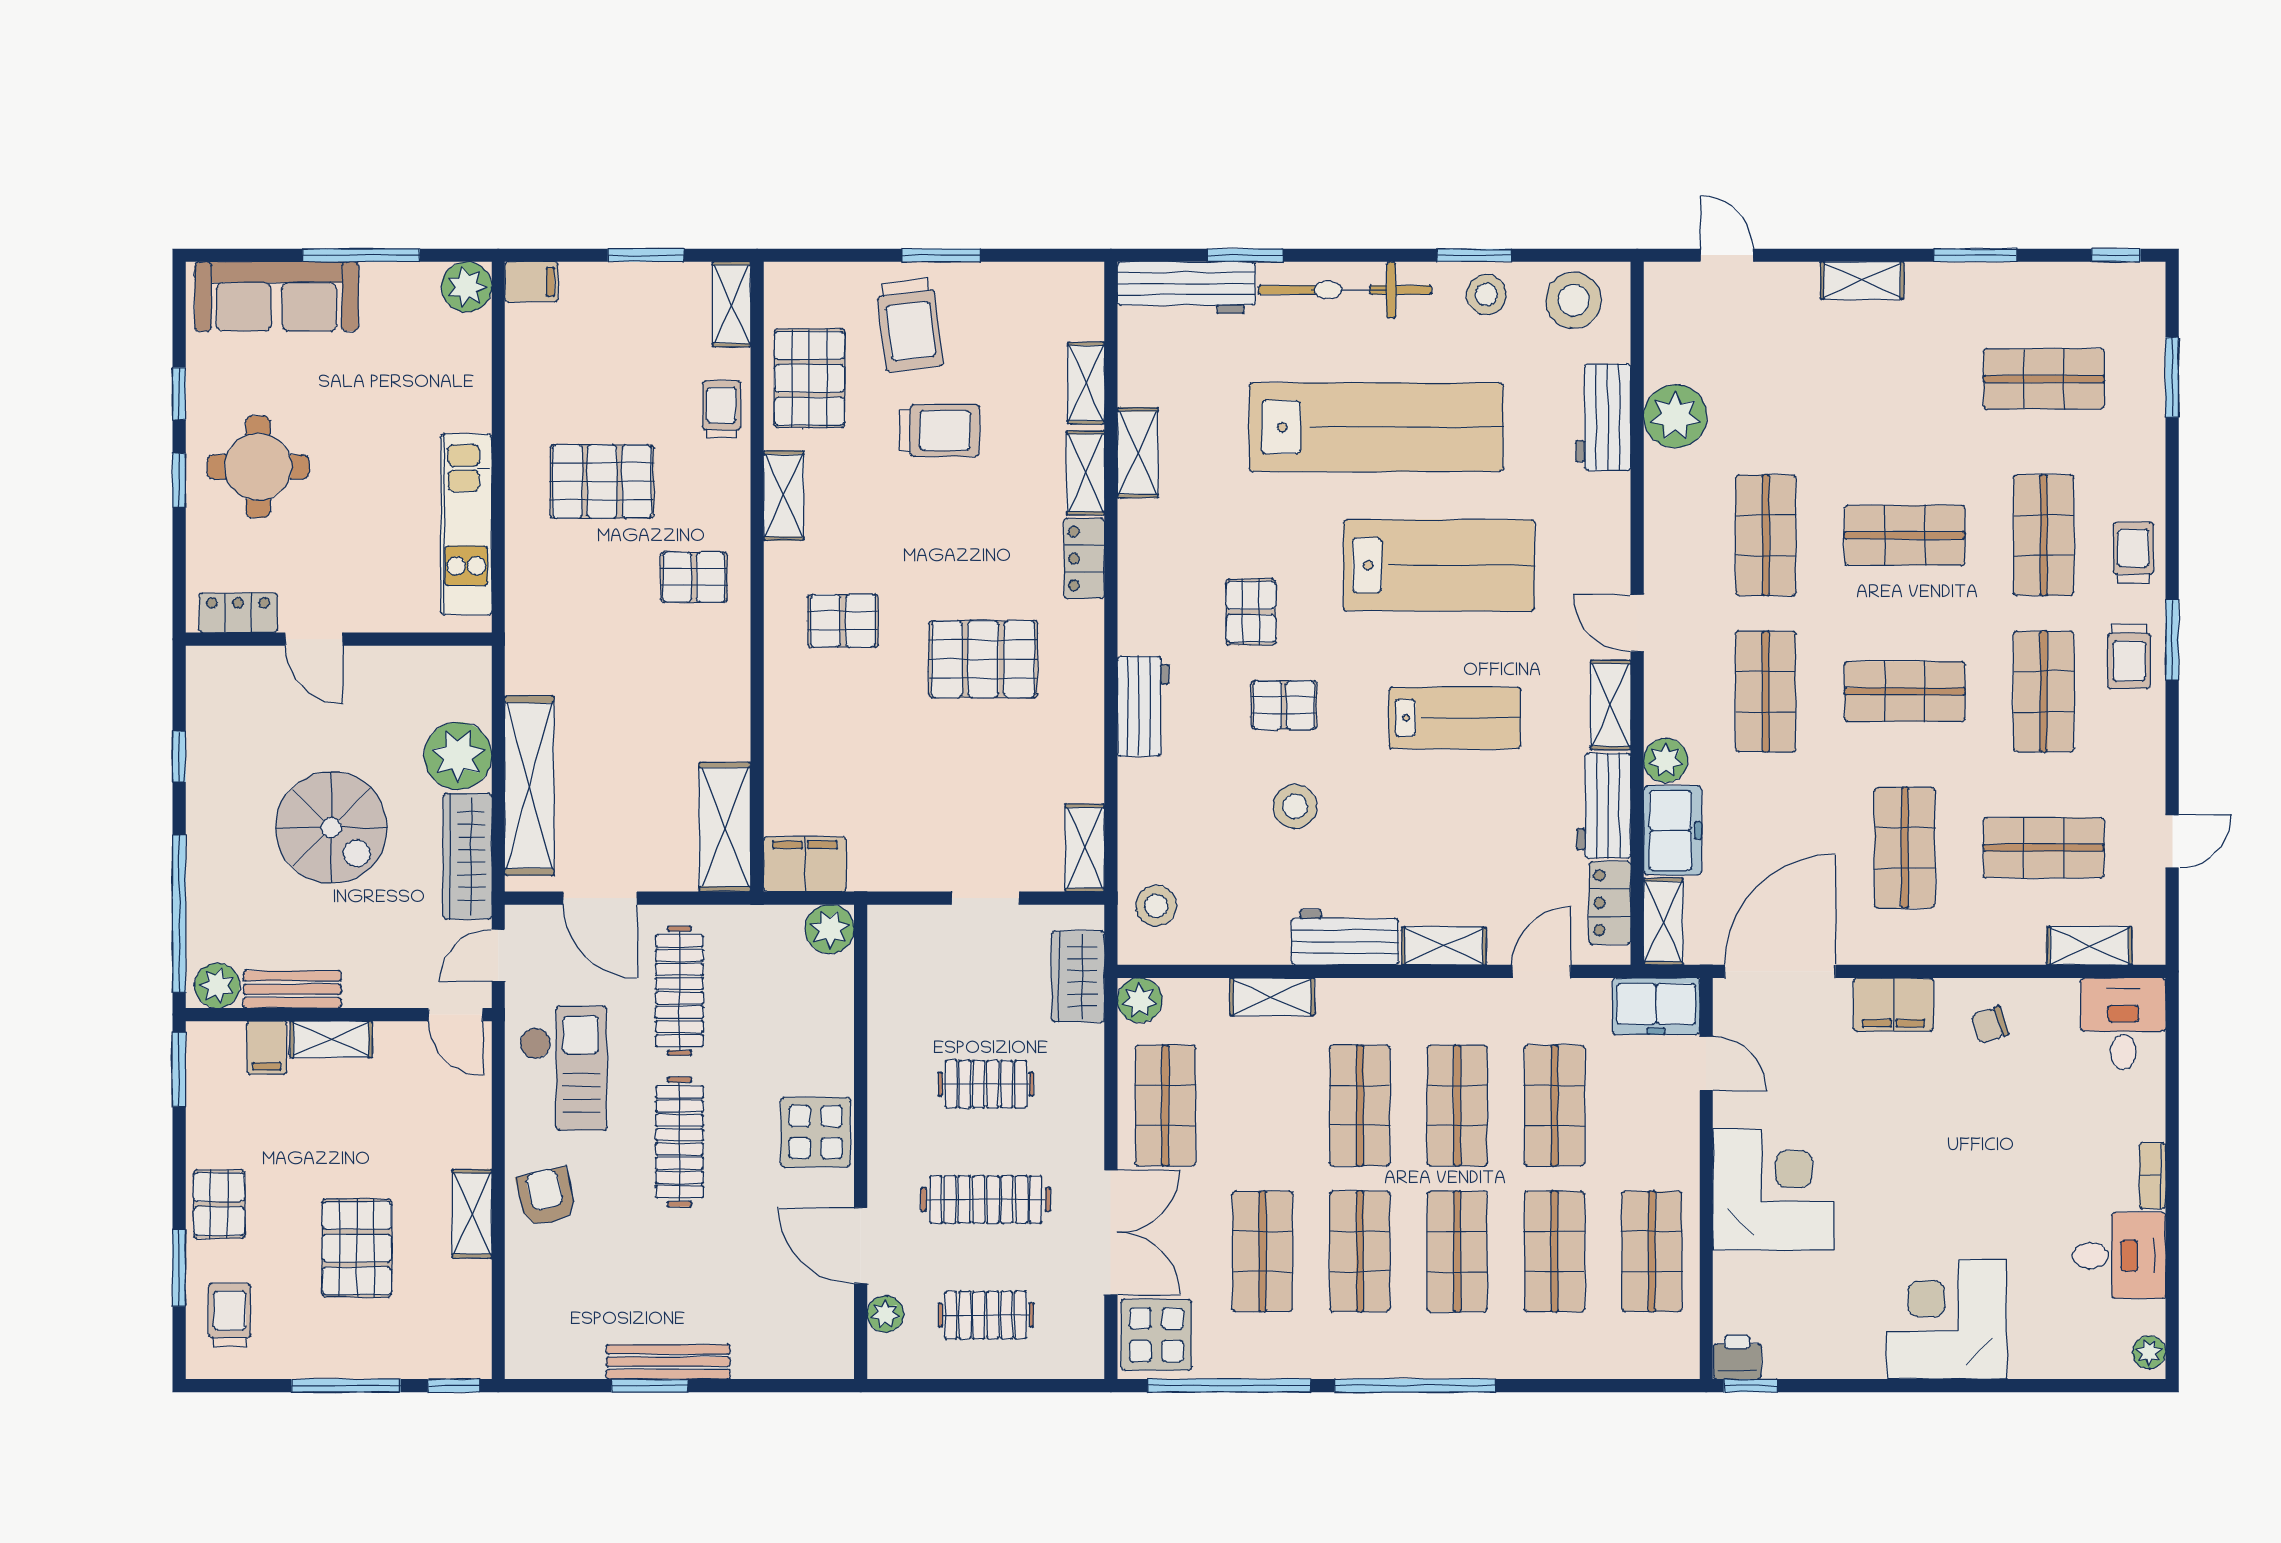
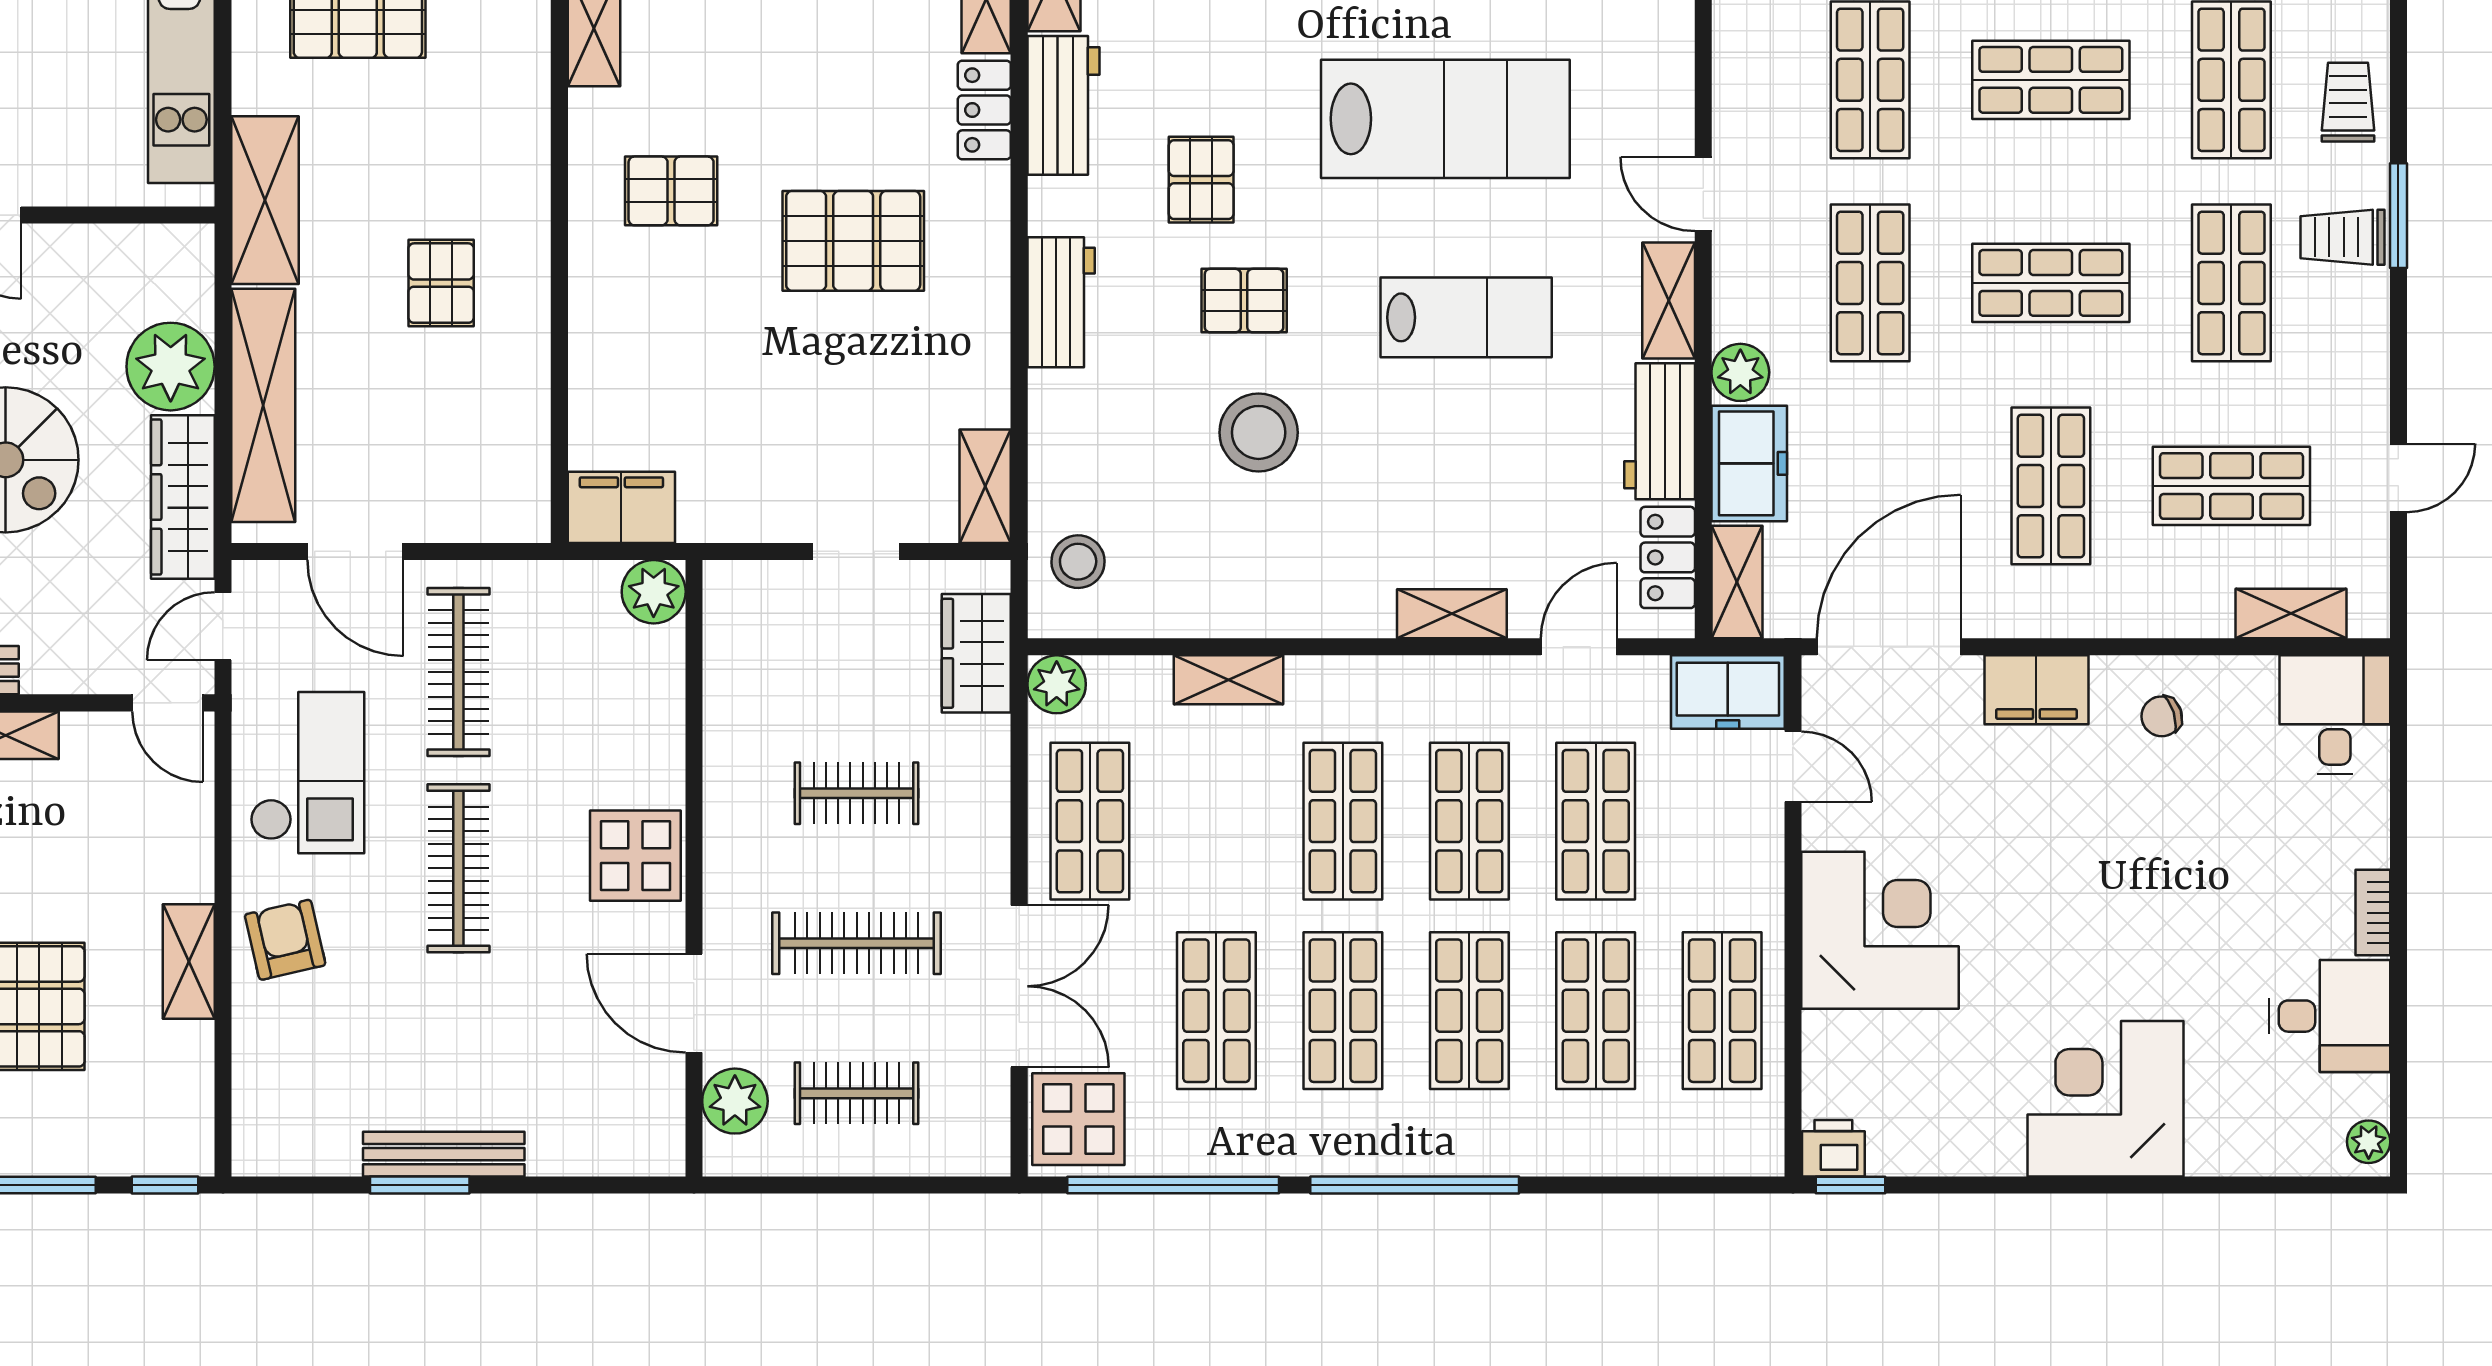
pallet: (694, 577) -> (441, 283), moved, turned 90
trolley: (2129, 656) -> (2342, 237), turned 90
stool: (1295, 806) -> (1259, 432), width x1.38, depth x1.38
shelving: (725, 827) -> (265, 200), moved
workbench: (1345, 937) -> (1063, 105), moved, turned 90
plant: (885, 1314) -> (735, 1101), width x1.38, depth x1.38

